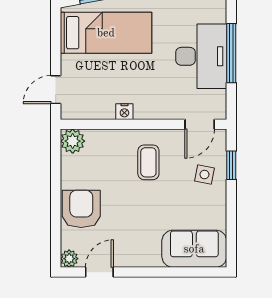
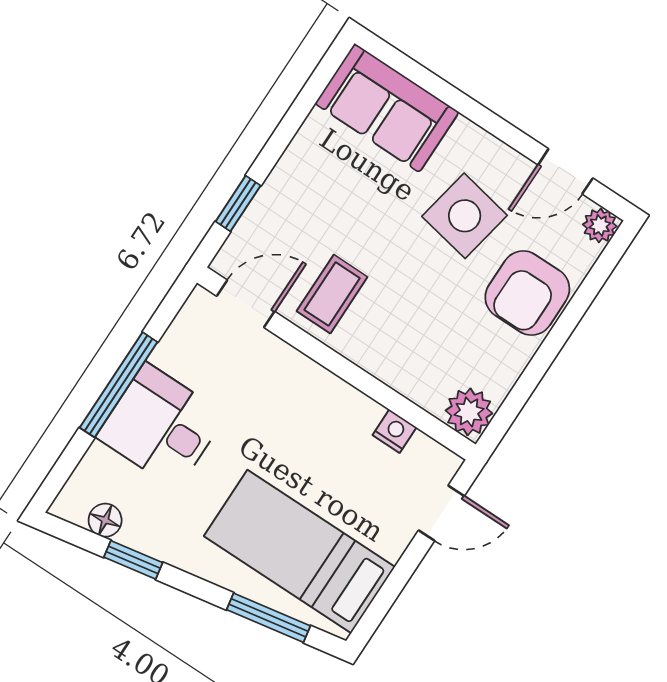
desk: (201, 56) -> (161, 426), width x0.73
nightstand: (124, 112) -> (395, 431), moved
coffee table: (148, 162) -> (332, 294), moved
side table: (204, 175) -> (465, 216), moved, width x1.87, depth x1.87

